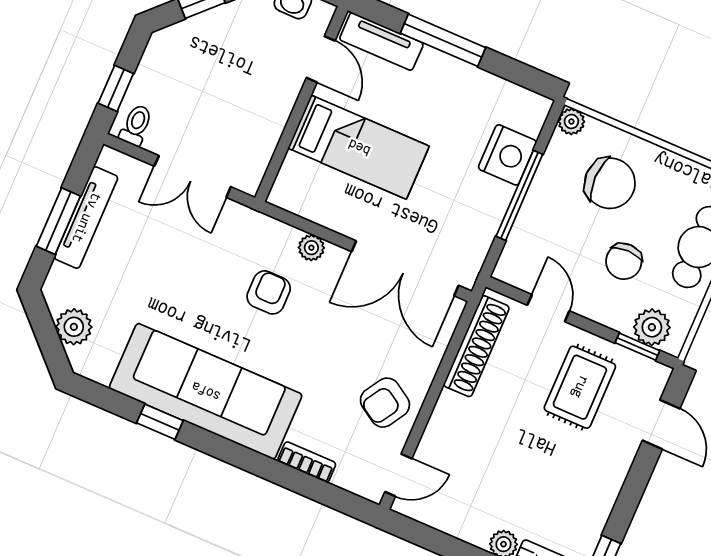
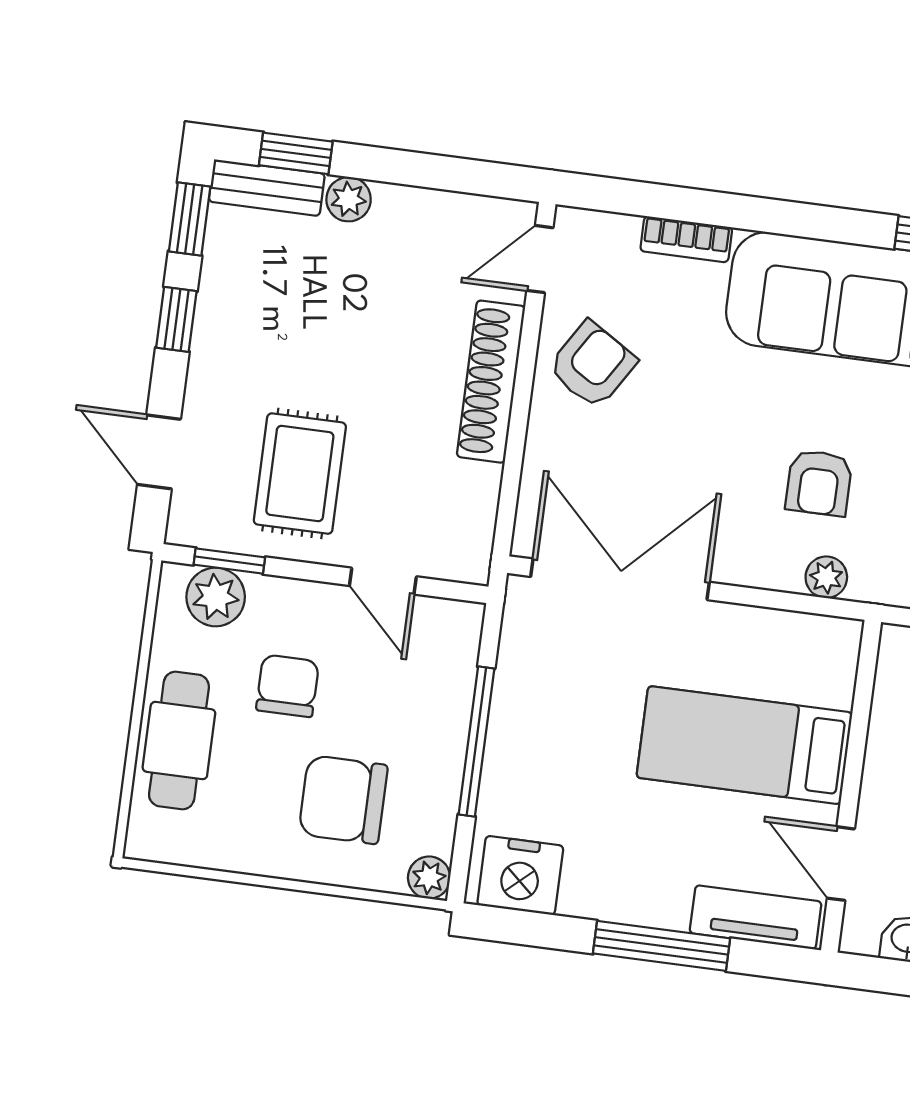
nightstand: (507, 155) -> (520, 875), moved, turned -90
plant: (311, 248) -> (826, 577), moved
shoe rack: (476, 346) -> (491, 382), moved
window: (628, 501) -> (176, 319), added

